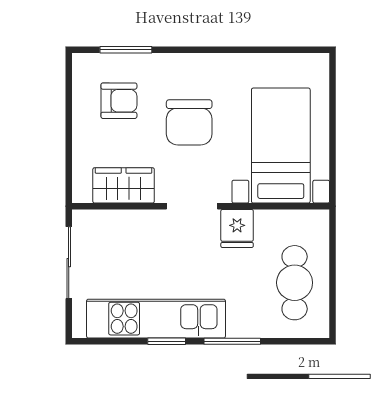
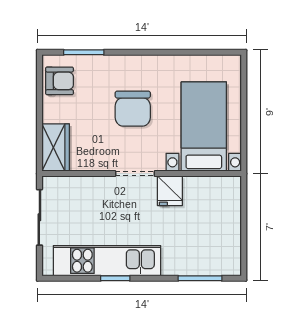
armchair: (119, 101) -> (60, 81), moved
wardrobe: (124, 185) -> (56, 147), moved, turned 90
cafe table: (295, 283) -> (214, 233), removed
window: (232, 341) -> (200, 278), moved

